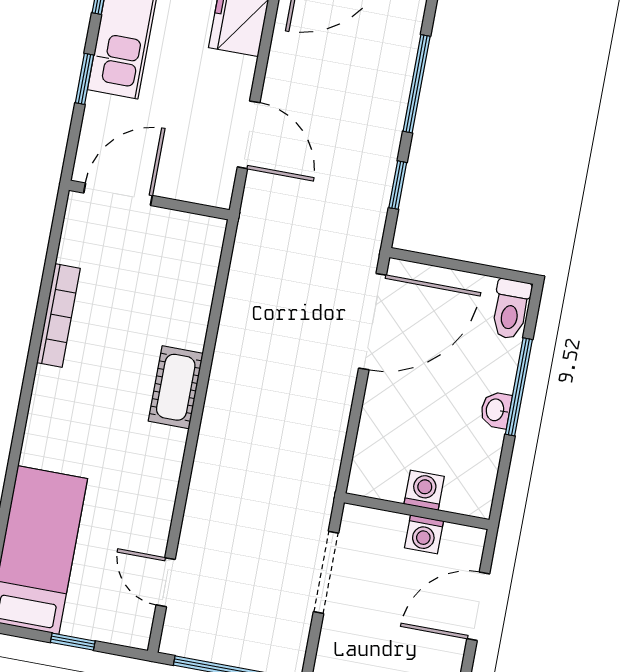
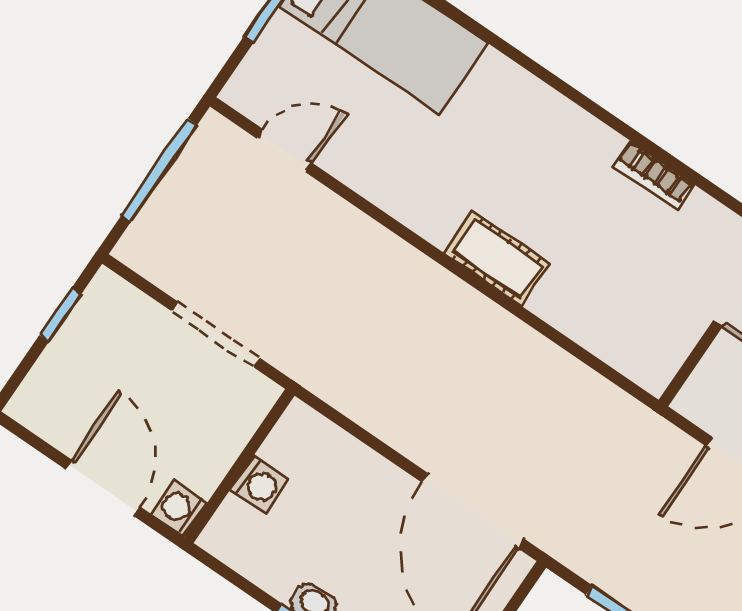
bookcase: (59, 316) -> (653, 175), width x0.64
washing machine: (424, 534) -> (179, 508), moved

